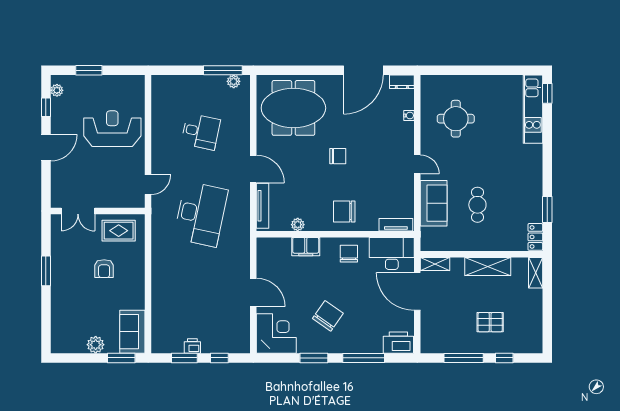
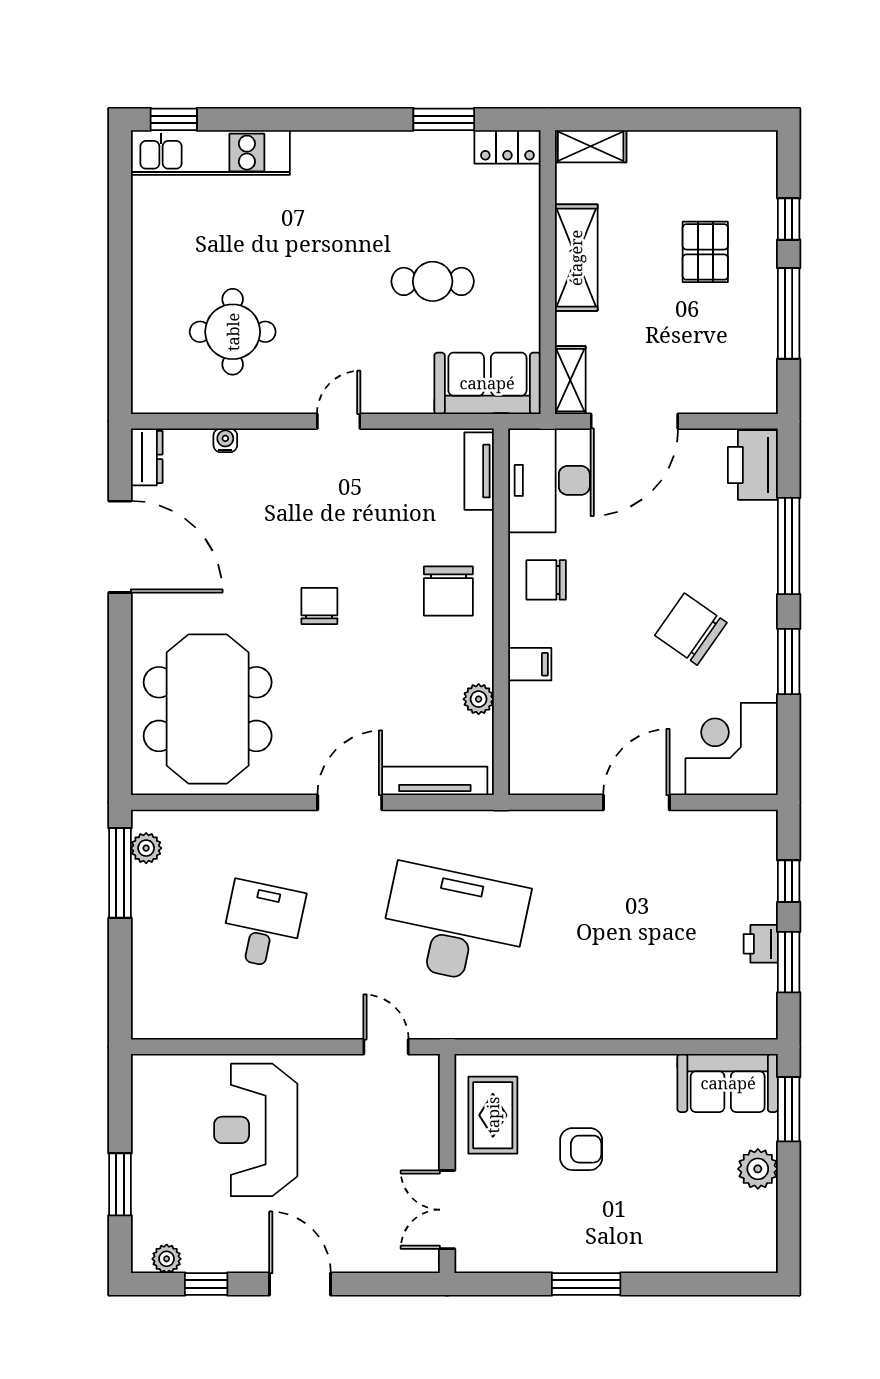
sofa: (434, 203) -> (487, 383), moved
double door: (78, 211) -> (447, 1210), swing flipped
filing cabinet: (306, 247) -> (530, 664), width x0.50

